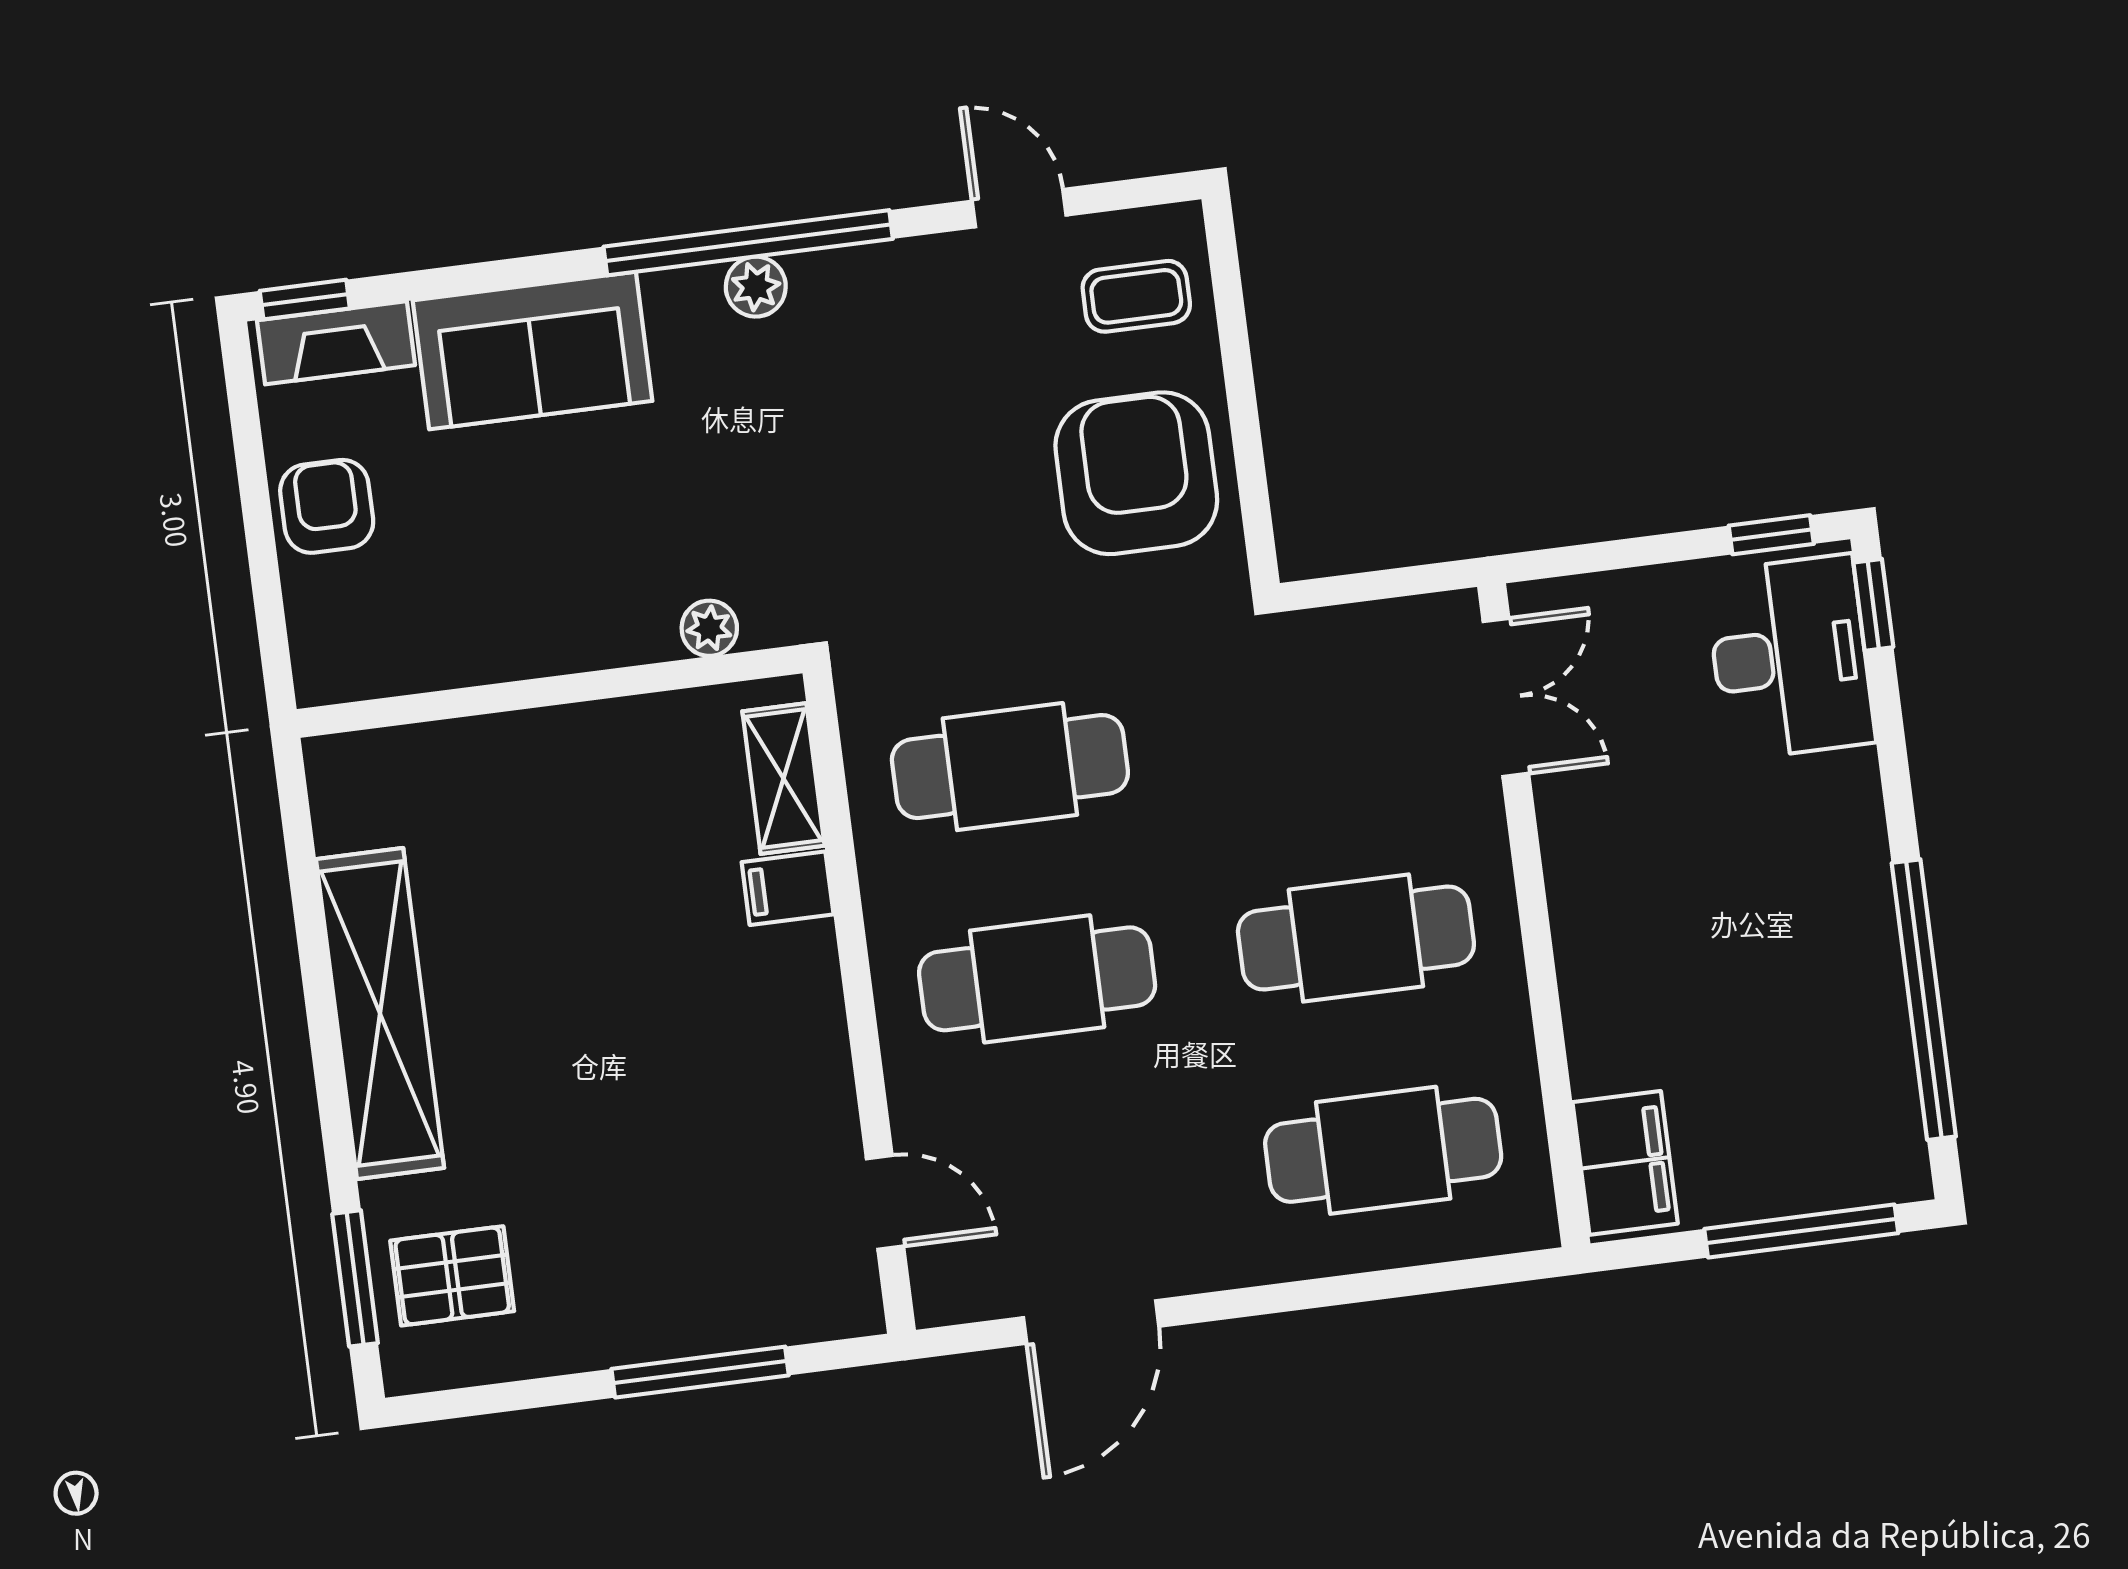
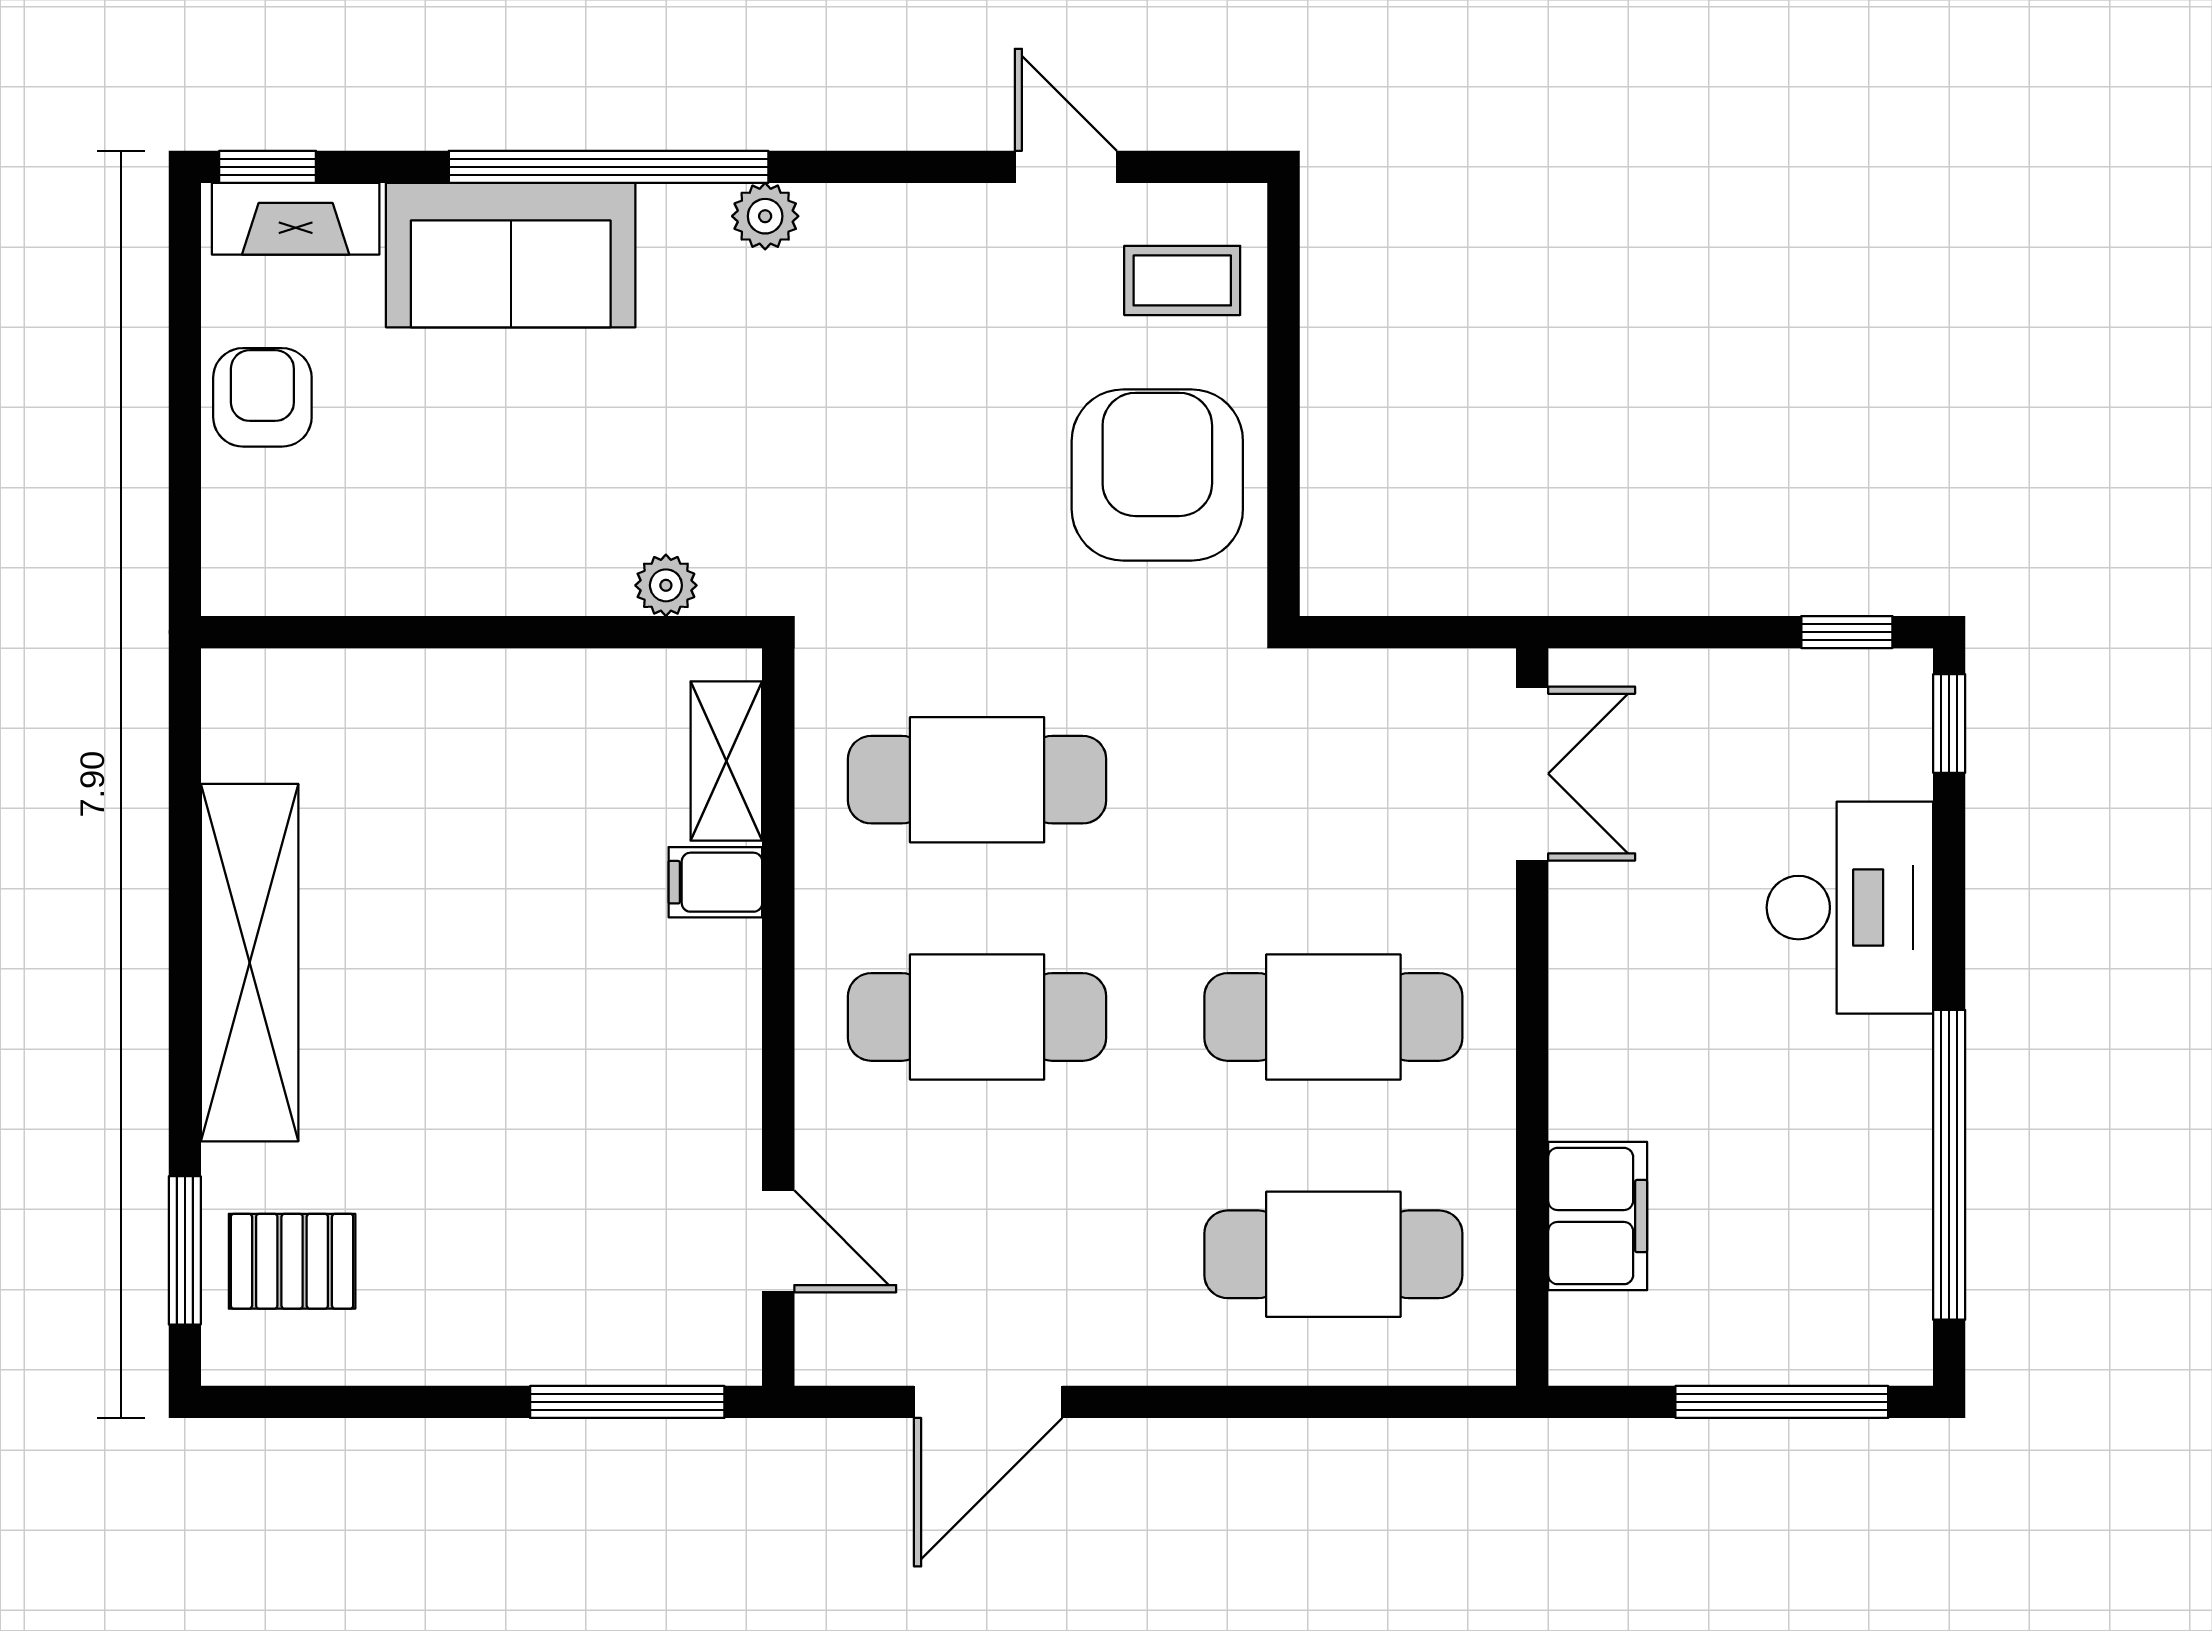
window: (748, 243) -> (609, 167), moved
desk: (1790, 657) -> (1850, 908), moved
filing cabinet: (1625, 1163) -> (1598, 1216), moved
window: (700, 1372) -> (627, 1402), moved

